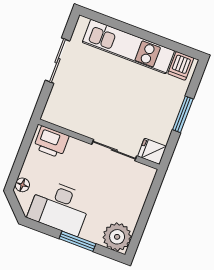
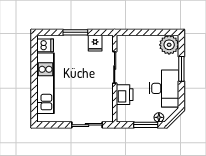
sliding door: (58, 61) -> (87, 125), moved
printer: (51, 142) -> (125, 95), moved
fridge: (152, 151) -> (95, 43), moved
window: (19, 163) -> (146, 125), added

